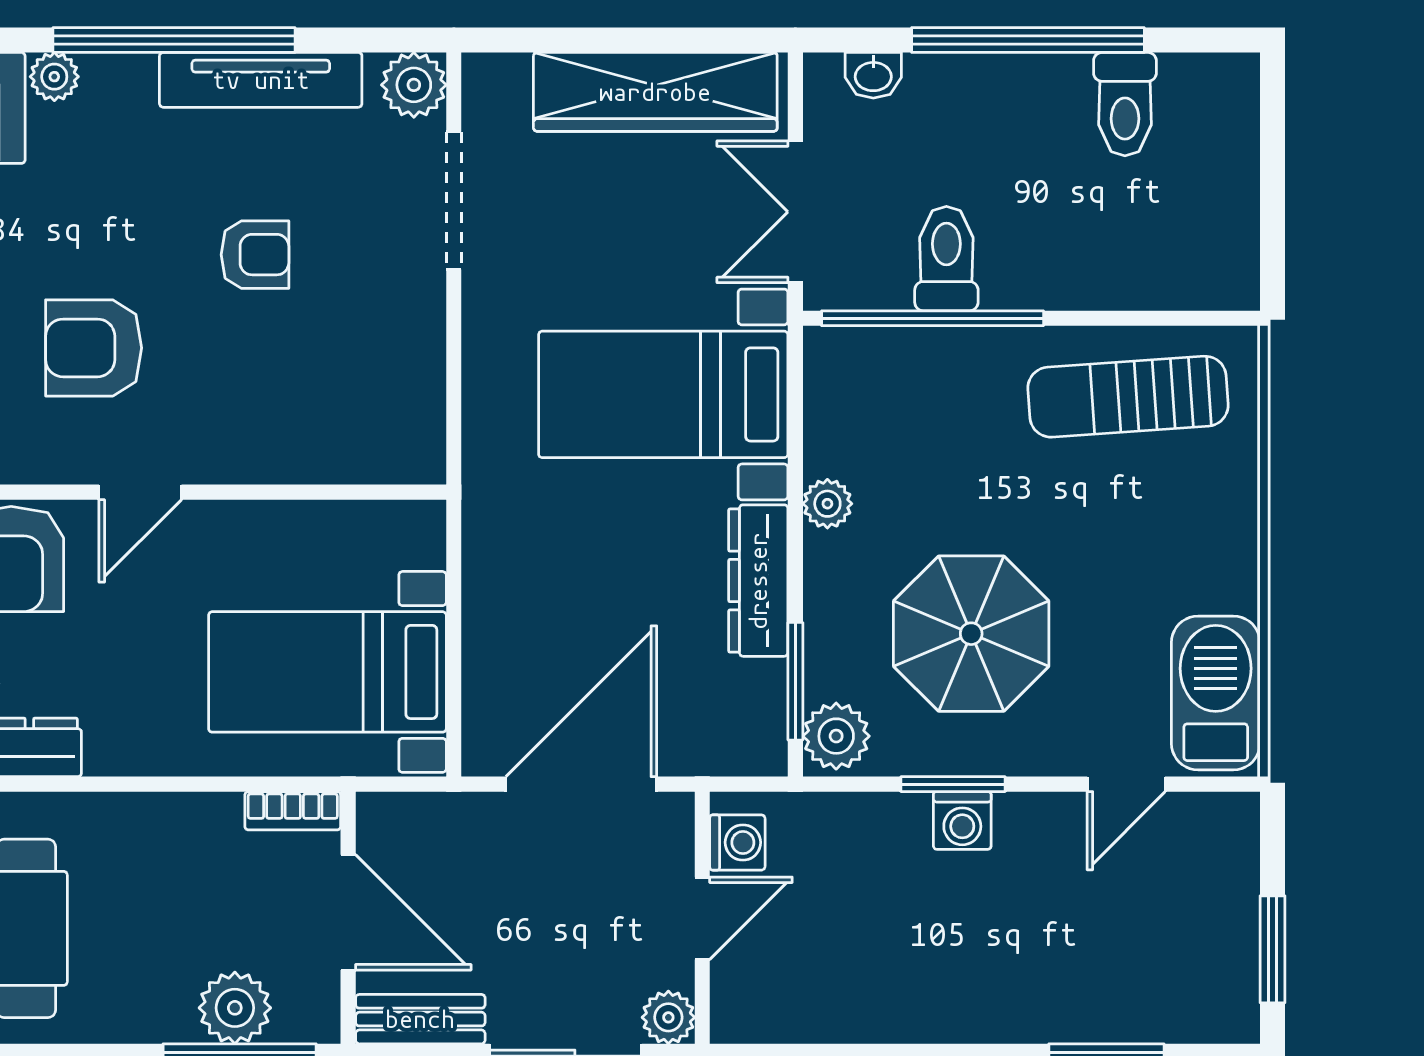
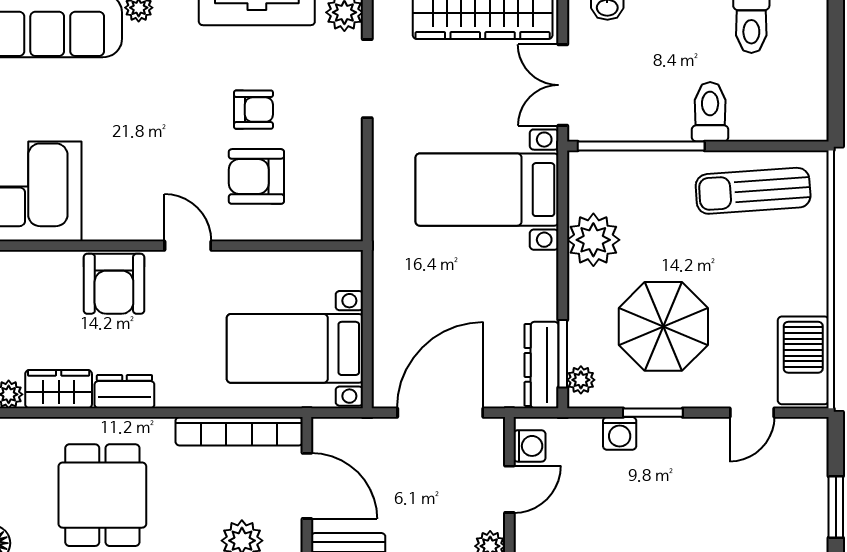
toilet: (946, 259) -> (710, 112), moved
armchair: (94, 348) -> (256, 176), moved
door: (140, 492) -> (188, 246), swing flipped
plant: (827, 504) -> (593, 240), width x1.88, depth x1.88
dresser: (758, 581) -> (542, 365), moved
plant: (836, 736) -> (581, 380), width x0.73, depth x0.73
bookcase: (293, 811) -> (239, 431), width x2.31, depth x1.31
washing machine: (962, 821) -> (620, 433), moved

